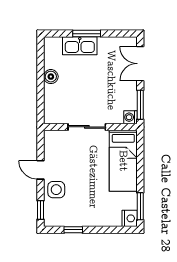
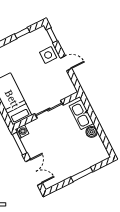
kitchen sink: (80, 46) -> (81, 115), moved, turned -90

